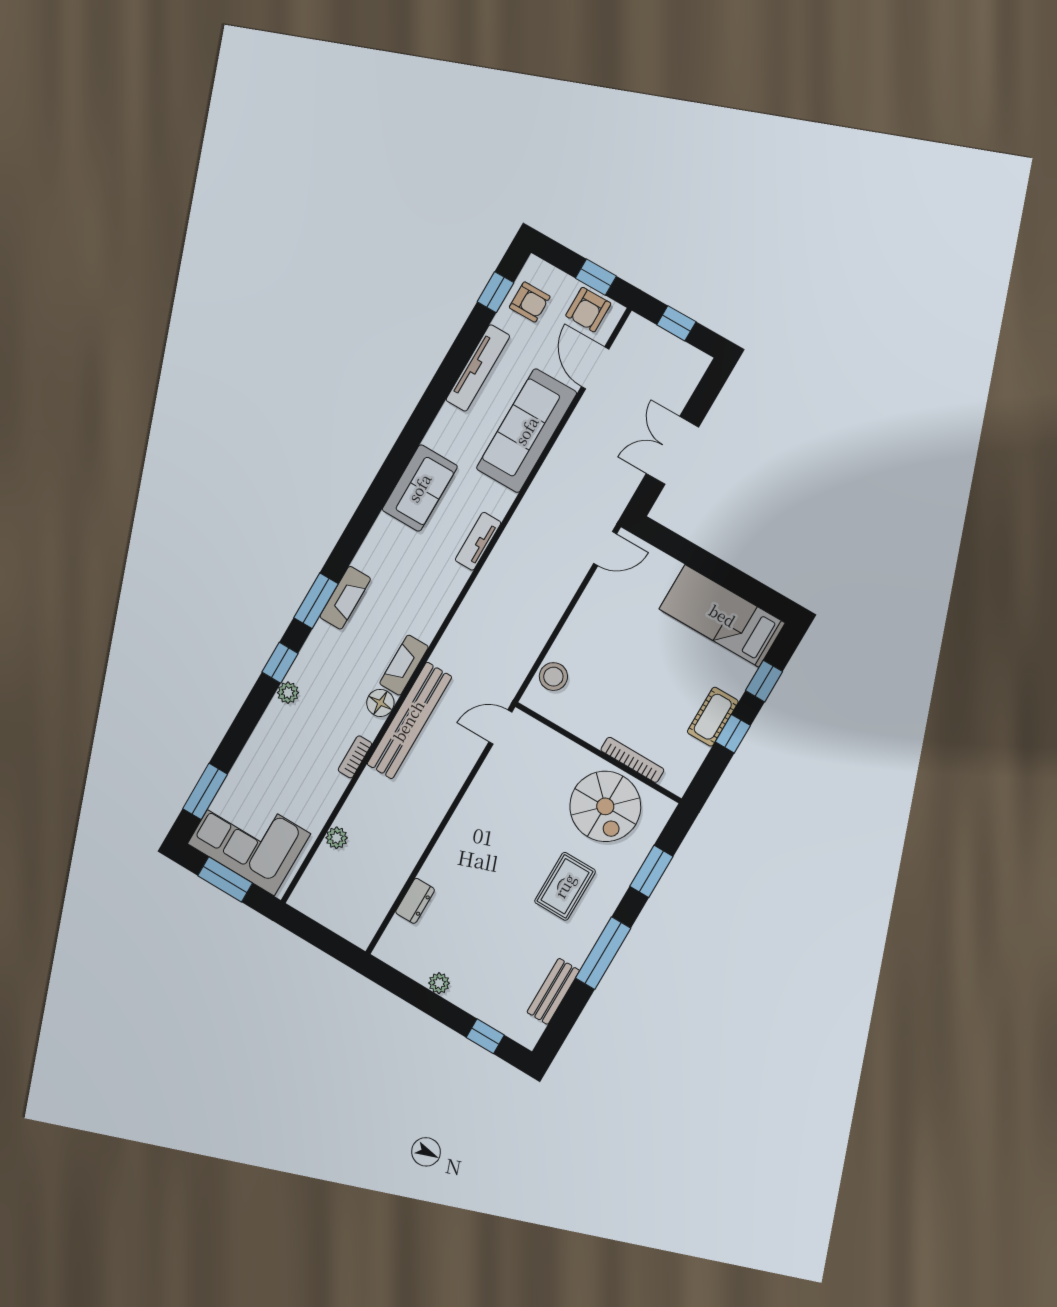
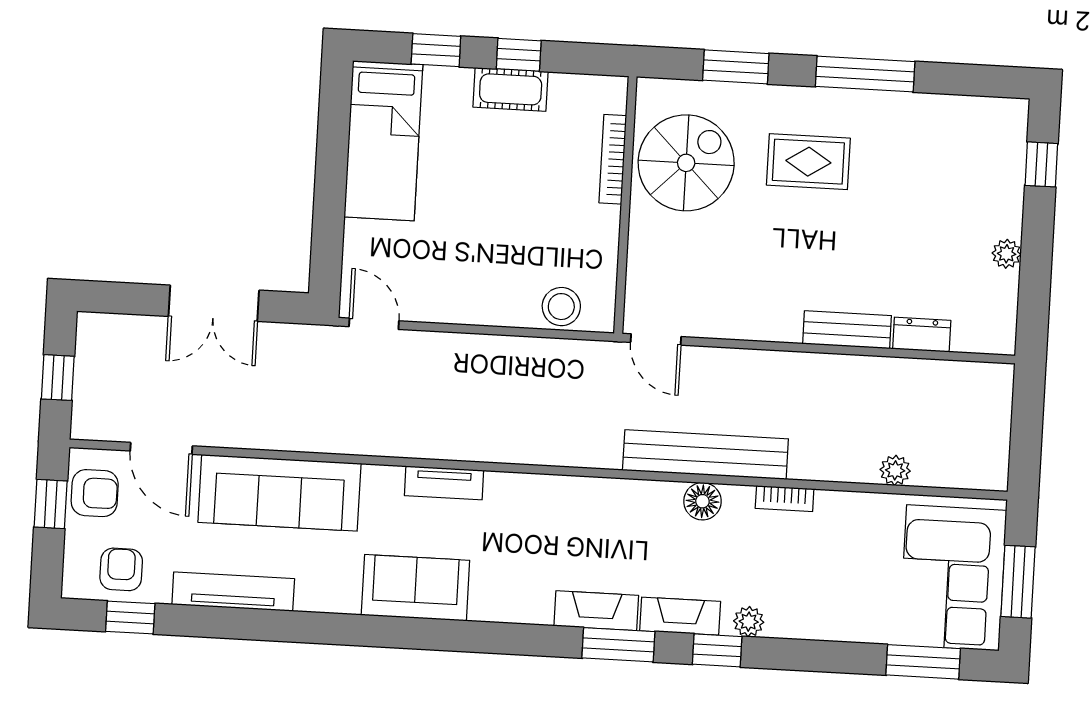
door: (595, 368) -> (161, 448), hinge flipped
fireplace: (404, 665) -> (680, 616), moved, turned 180
bench: (553, 991) -> (847, 330), moved

